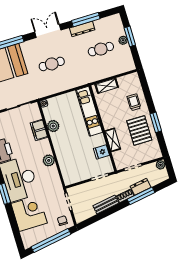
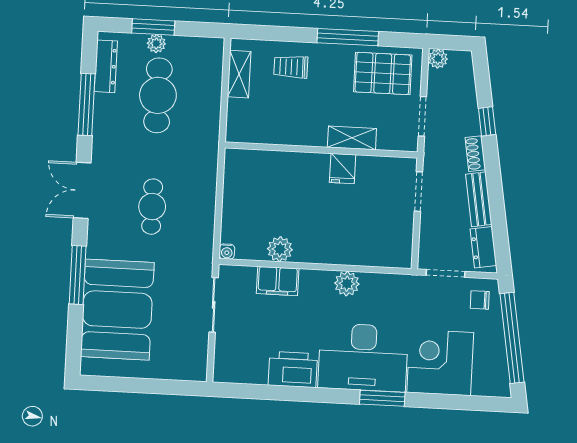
dresser: (82, 29) -> (106, 66), moved
cafe table: (101, 49) -> (158, 95), width x1.37, depth x1.35
shelving: (107, 86) -> (239, 74), moved
kitchen unit: (89, 111) -> (276, 165), removed
window: (156, 122) -> (348, 37), width x1.44
pallet: (139, 130) -> (383, 73), moved
fridge: (101, 152) -> (343, 169), moved
dresser: (141, 187) -> (483, 247), moved
window: (141, 196) -> (487, 121), width x0.46

